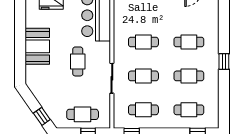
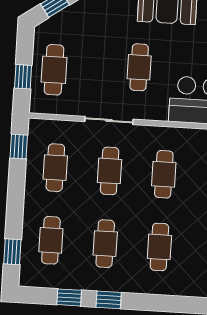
cafe table: (78, 61) -> (139, 67), turned 90
window: (224, 61) -> (109, 300), moved
window: (224, 96) -> (69, 297), added

